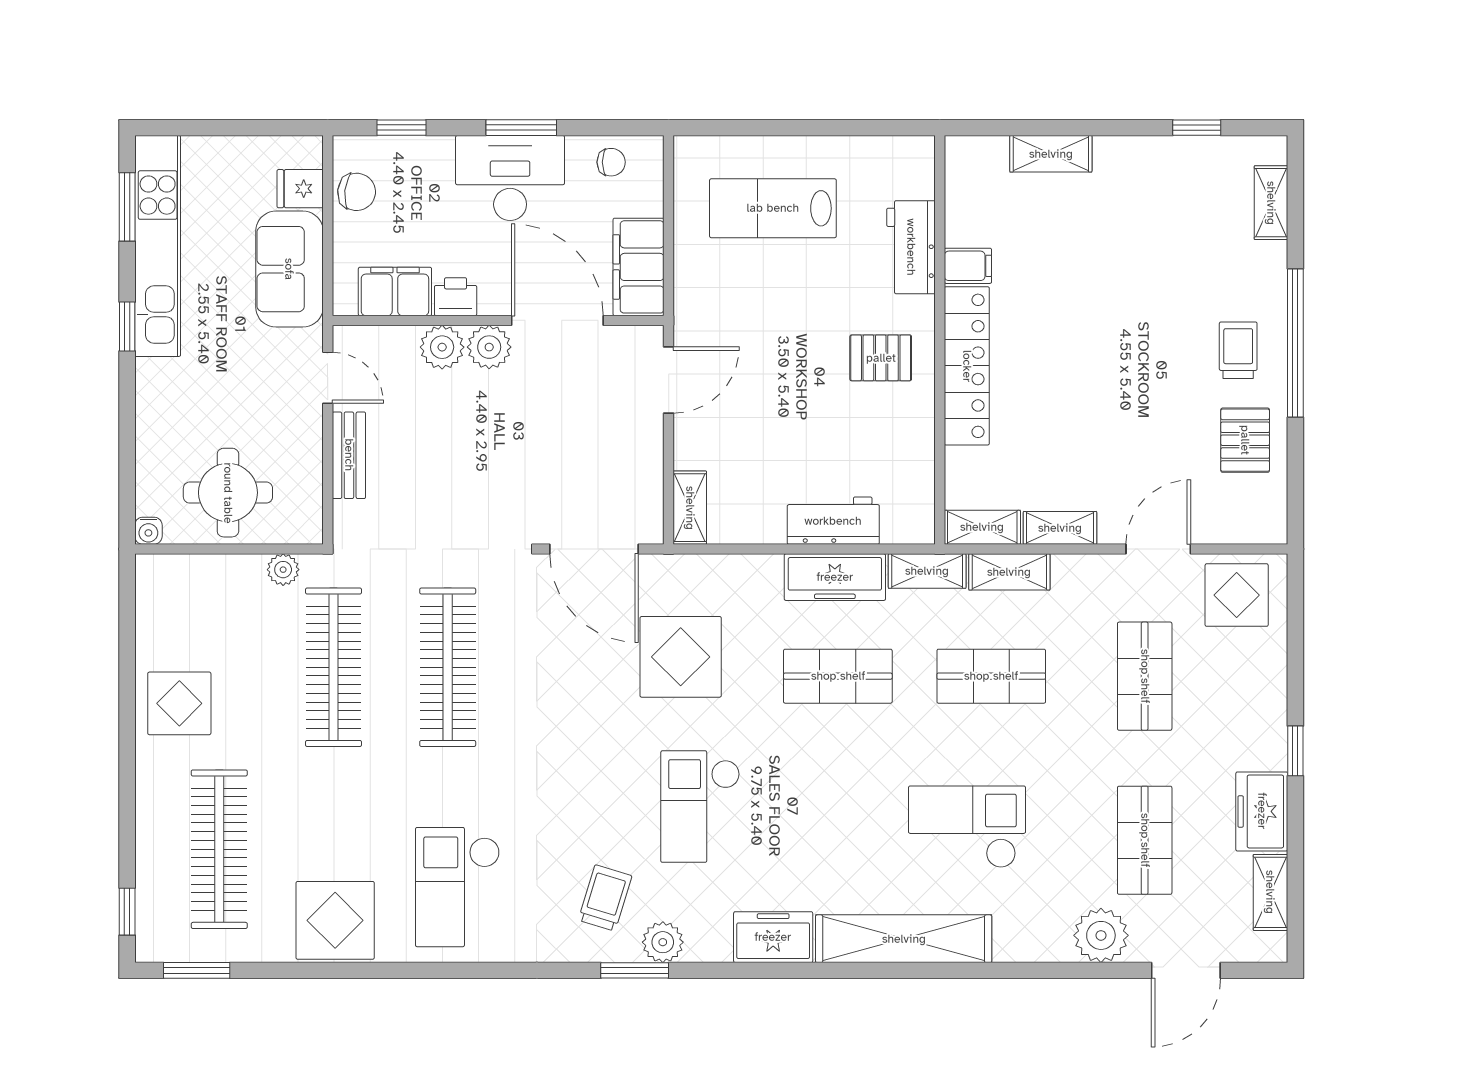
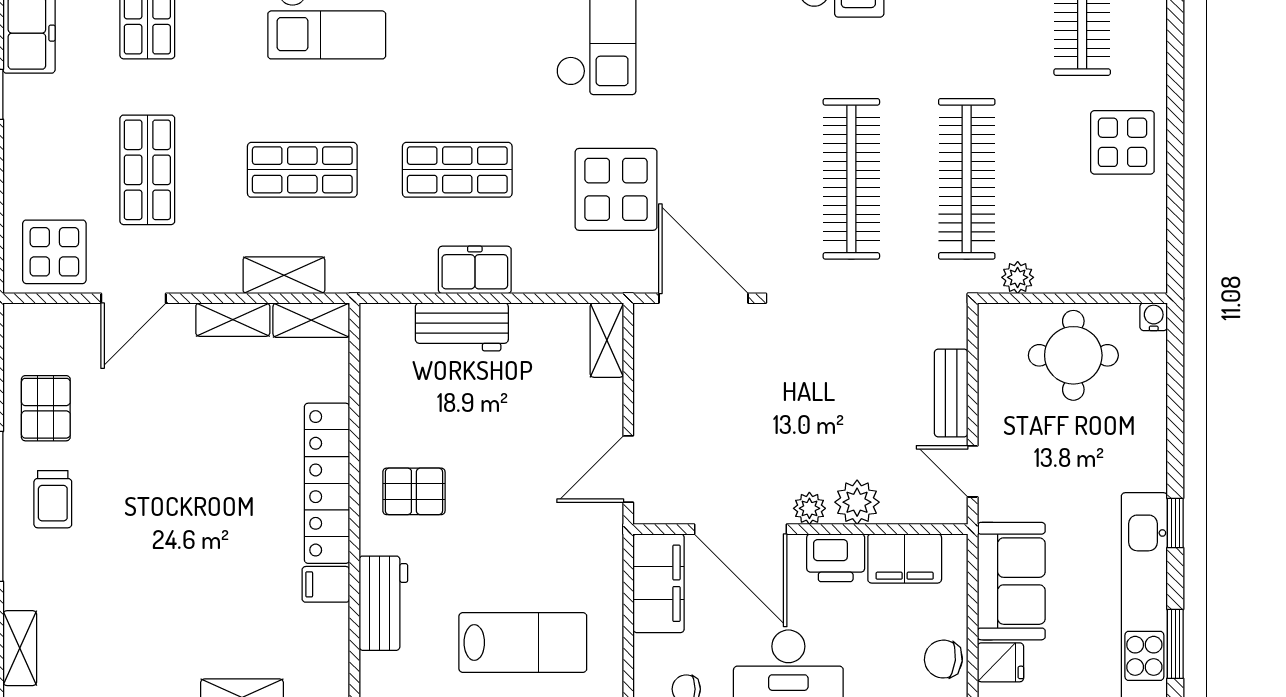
printer: (456, 297) -> (836, 558), width x1.36, depth x1.24
plant: (489, 347) -> (809, 508), width x0.73, depth x0.73
shelving: (927, 571) -> (367, 276), removed
freezer: (835, 577) -> (475, 270), width x0.71

